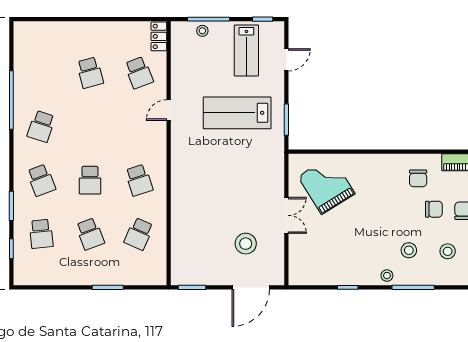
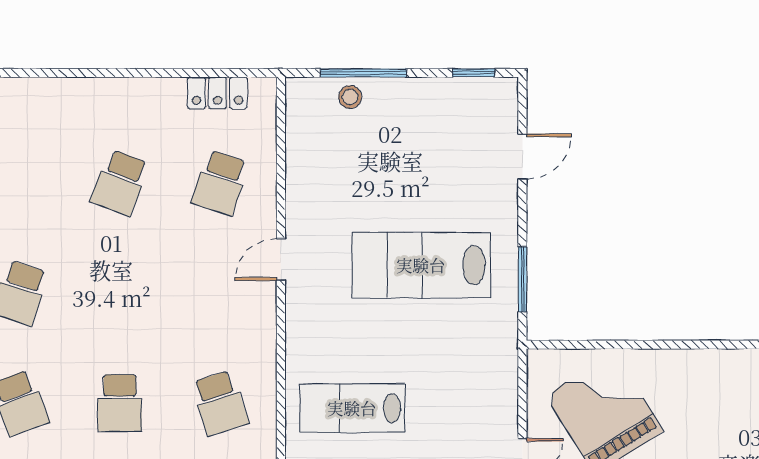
locker: (159, 36) -> (218, 93), moved, turned -90
lab bench: (246, 50) -> (352, 408), moved, turned 90
school desk: (90, 73) -> (120, 183), turned 36
school desk: (139, 73) -> (220, 183), turned 39

